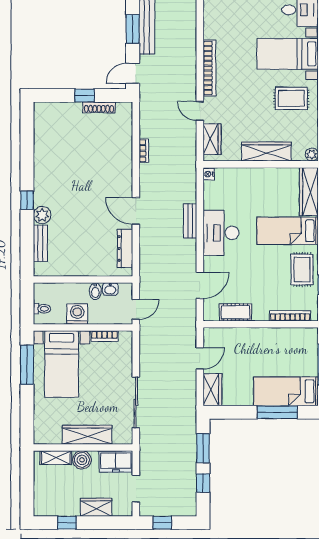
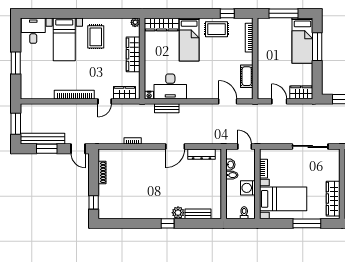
window: (84, 96) -> (94, 202), moved
bench: (190, 221) -> (167, 108), moved
desk: (221, 233) -> (170, 86), moved
window: (27, 365) -> (307, 223), moved
wardrobe: (87, 435) -> (333, 199), moved

